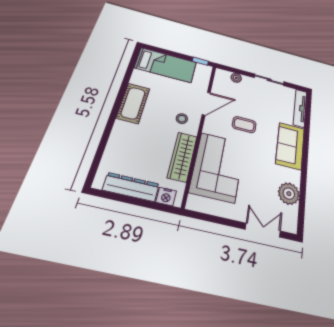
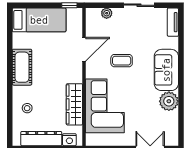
tv unit: (300, 108) -> (173, 22), width x0.71
stool: (182, 119) -> (27, 108), moved
plant: (289, 194) -> (169, 101), moved

